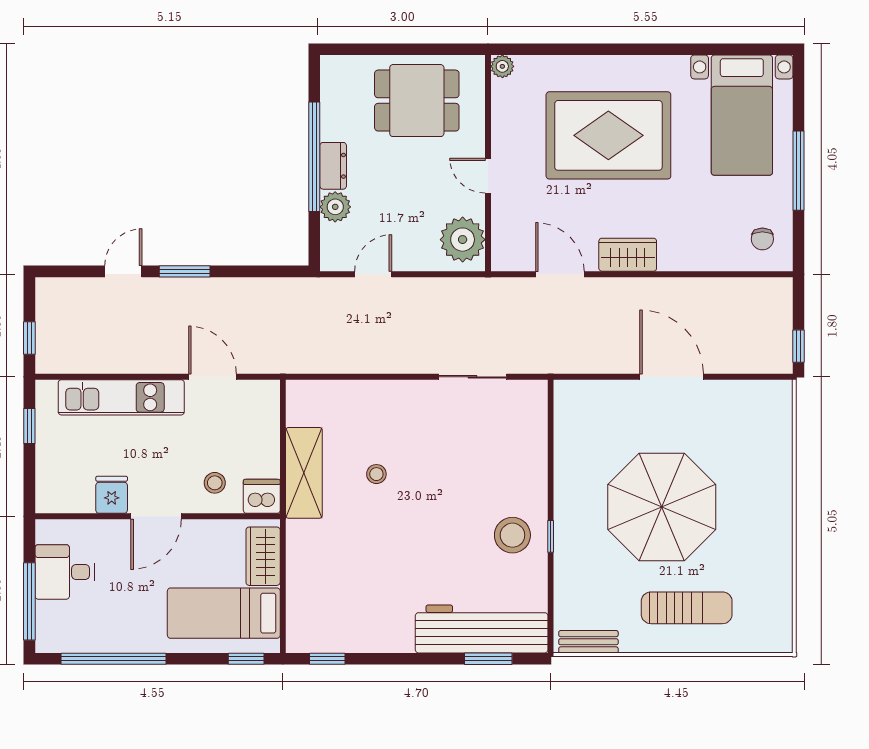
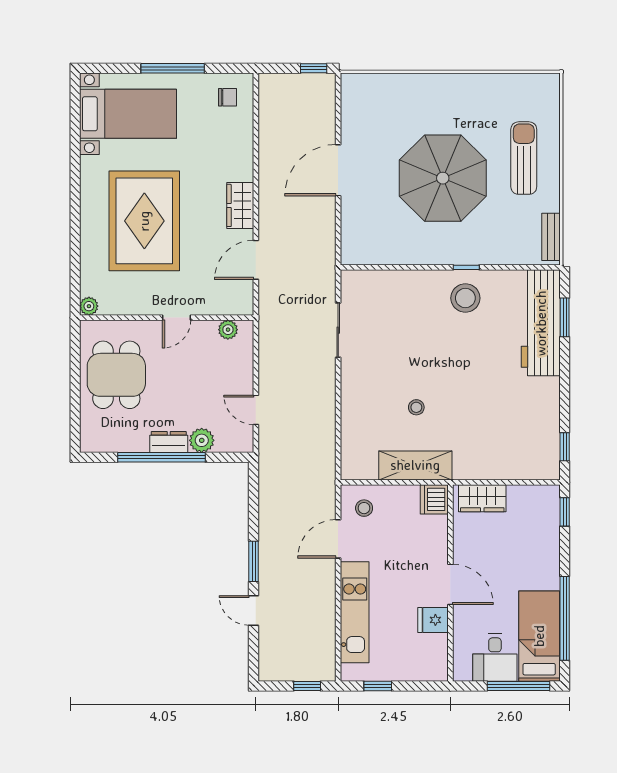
plant: (463, 240) -> (228, 330), width x0.53, depth x0.53
stool: (215, 483) -> (364, 508), moved
bed: (224, 613) -> (539, 636), moved, turned 180

